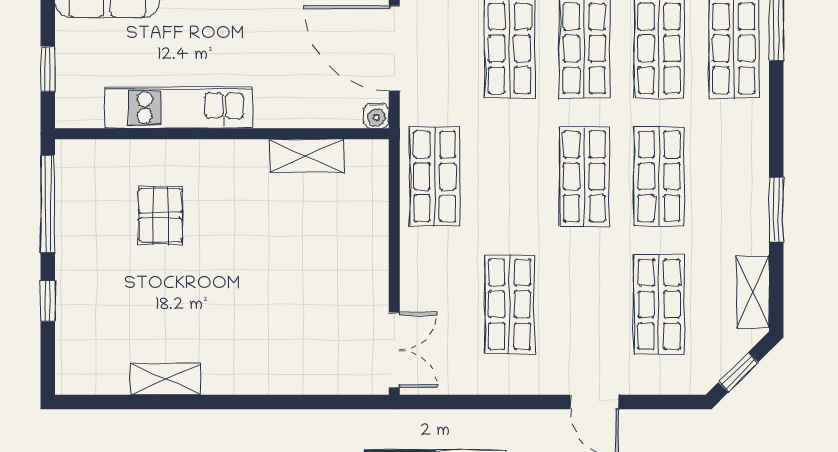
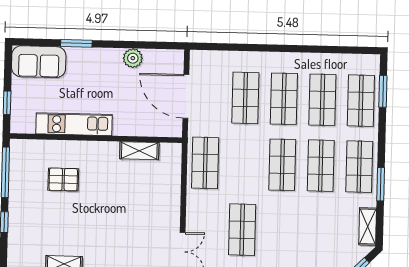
water cooler: (376, 116) -> (176, 131), removed
pallet: (160, 215) -> (63, 179), turned 90
shop shelf: (659, 304) -> (359, 167), moved

